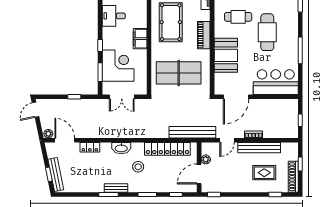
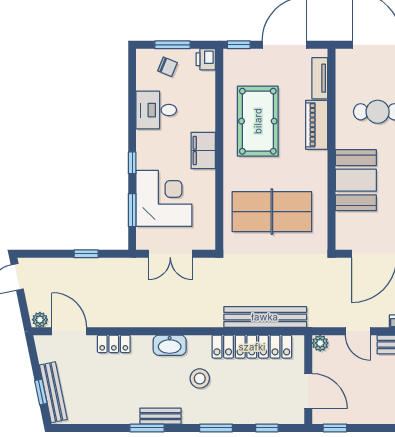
piano: (204, 35) -> (317, 125), moved
bench: (192, 132) -> (265, 317), moved
door: (227, 140) -> (358, 331), hinge flipped
plant: (206, 159) -> (320, 343), moved
door: (199, 174) -> (308, 391), swing flipped

